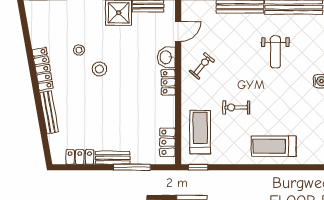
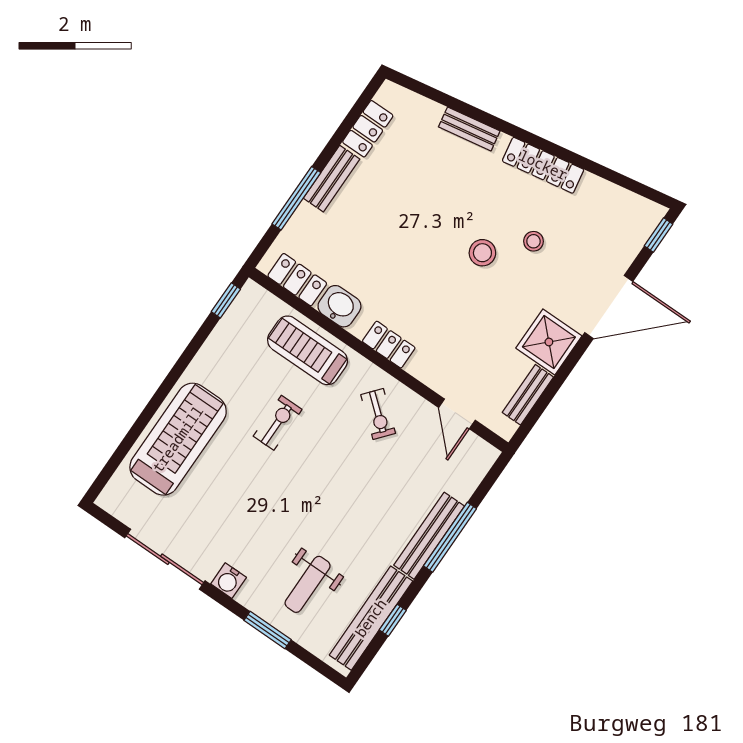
weight bench: (275, 52) -> (308, 584), moved, turned -90
washbasin: (166, 57) -> (339, 306), moved
bench: (49, 112) -> (469, 129), width x0.73
treadmill: (200, 132) -> (307, 350), moved, turned 180
treadmill: (274, 146) -> (178, 439), width x1.37, depth x1.37

